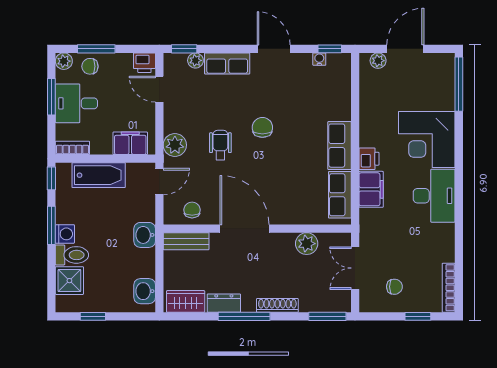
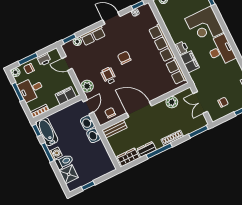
printer: (144, 63) -> (44, 59), moved
row of seats: (340, 146) -> (162, 43), width x1.48
bathtub: (99, 175) -> (47, 132), moved, turned -90
washbasin: (145, 291) -> (87, 123), moved

